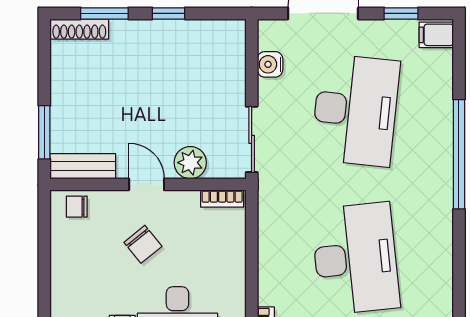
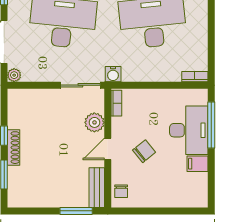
shoe rack: (79, 29) -> (13, 148), moved
plant: (268, 30) -> (14, 75), added
water cooler: (270, 64) -> (113, 74), moved

